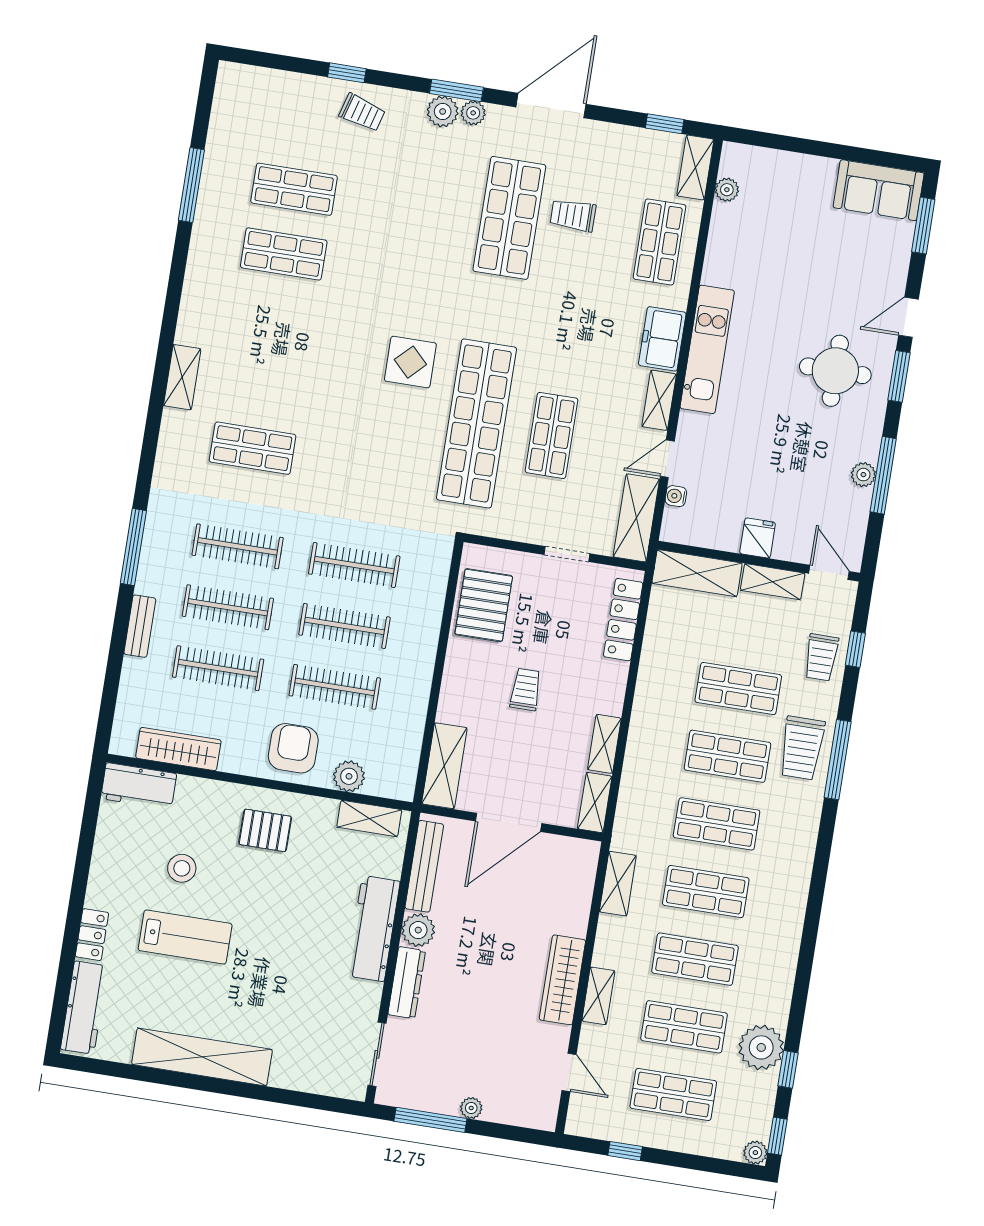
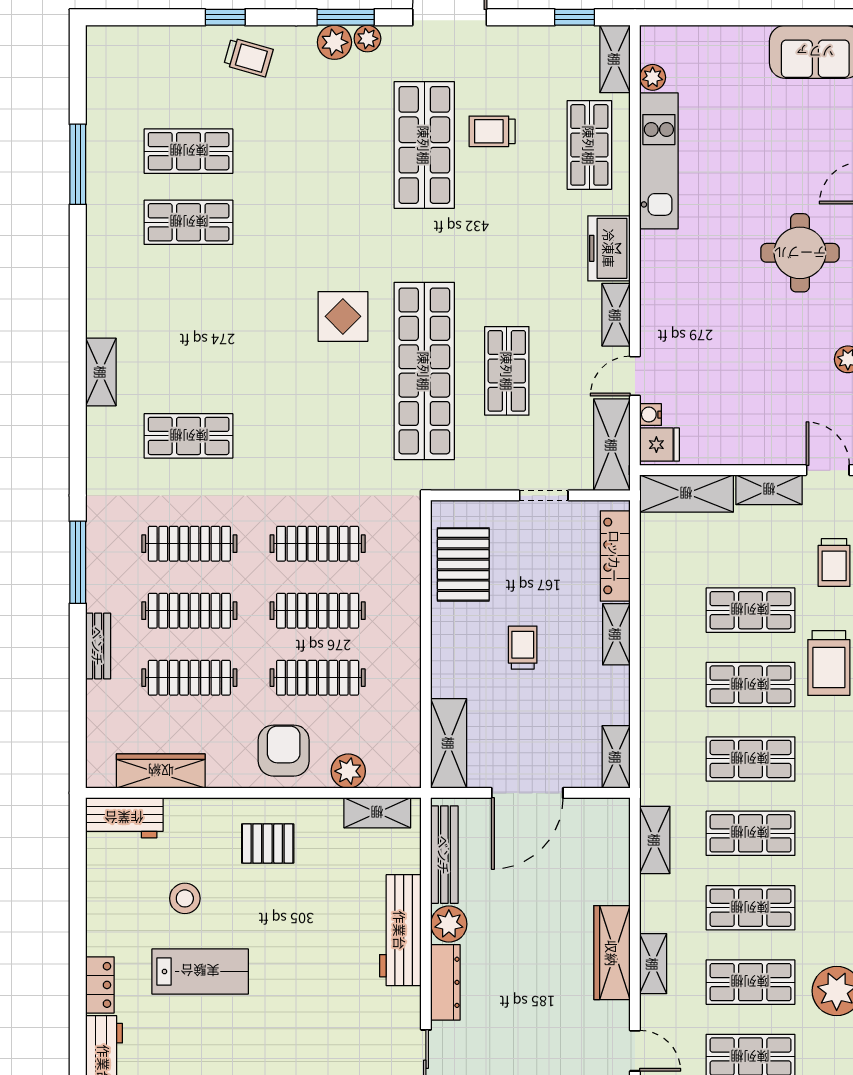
kitchen unit: (707, 349) -> (659, 161), moved
fridge: (758, 538) -> (660, 445), moved, turned 90
shelving: (604, 744) -> (616, 634), moved

